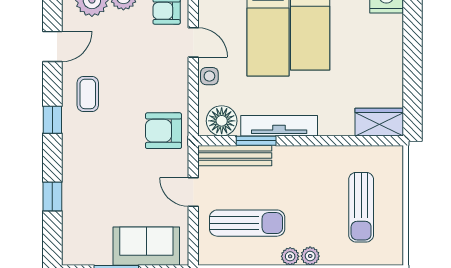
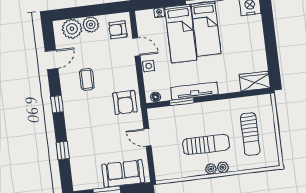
coffee table: (88, 94) -> (87, 79), moved
floor lamp: (222, 121) -> (156, 97), width x0.53, depth x0.53
armchair: (163, 131) -> (125, 102), turned -90
bench: (235, 156) -> (170, 112), removed
sun lounger: (247, 223) -> (206, 144), moved

